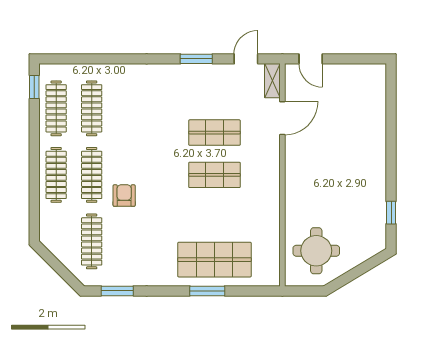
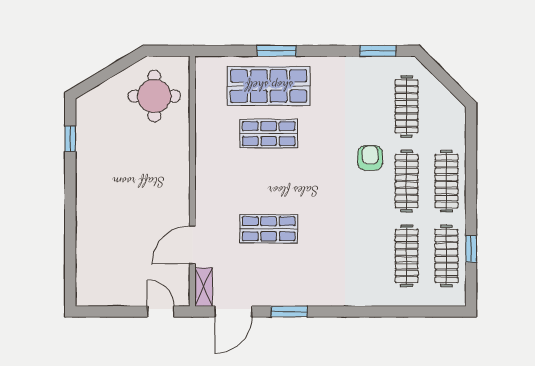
door: (246, 59) -> (233, 312), width x1.38
window: (34, 87) -> (471, 249), moved
shop shelf: (214, 175) -> (269, 134), moved
armchair: (124, 196) -> (370, 158), turned 180

